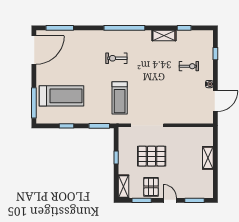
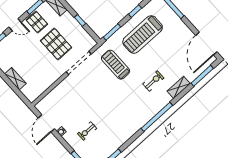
shelving: (164, 35) -> (179, 87), moved
exercise bike: (116, 58) -> (153, 81), moved
treadmill: (62, 96) -> (143, 35), moved
pallet: (152, 156) -> (56, 44), turned 90

